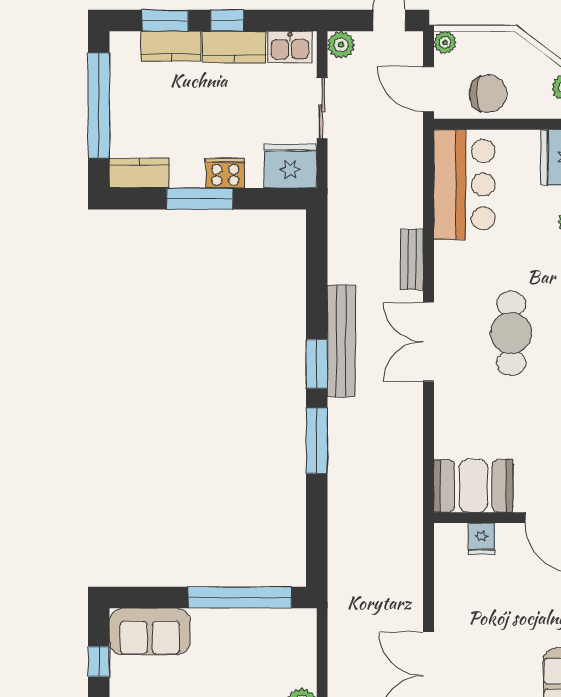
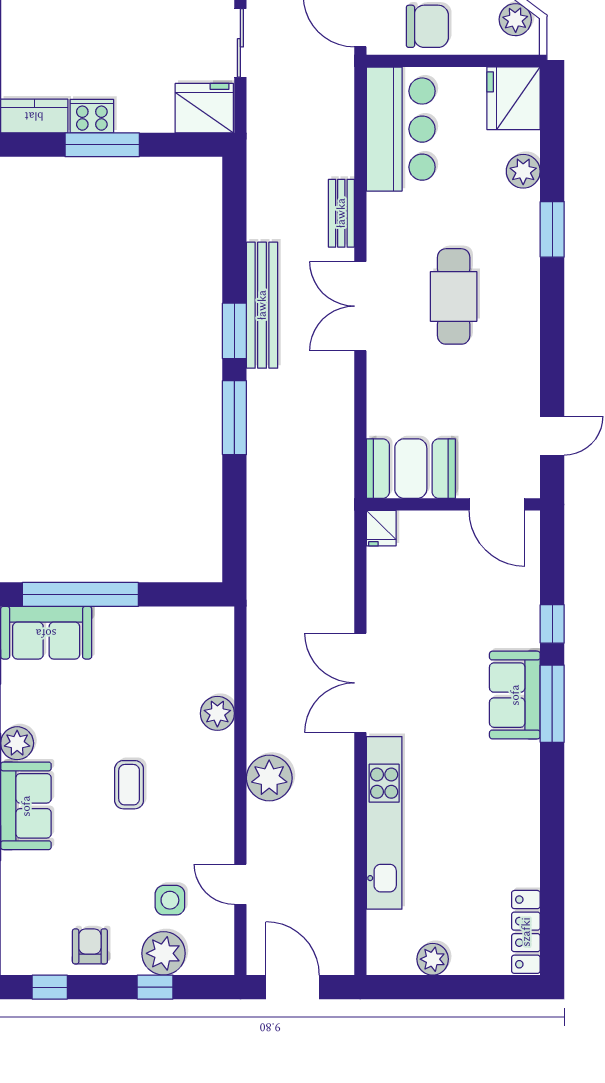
cooker: (225, 173) -> (92, 116), moved
fridge: (482, 539) -> (381, 528), moved
window: (240, 597) -> (80, 594), moved

